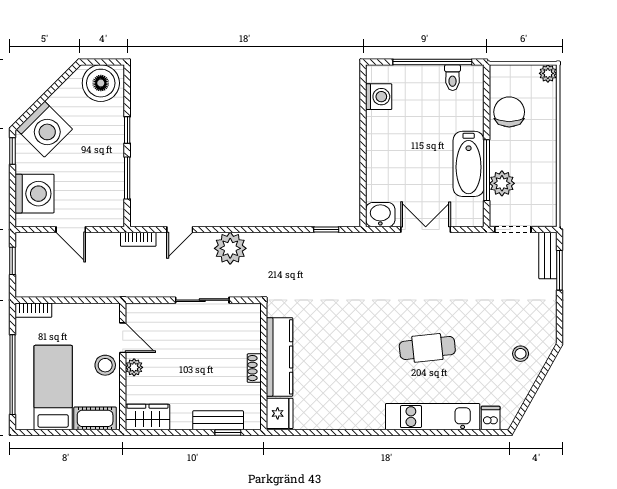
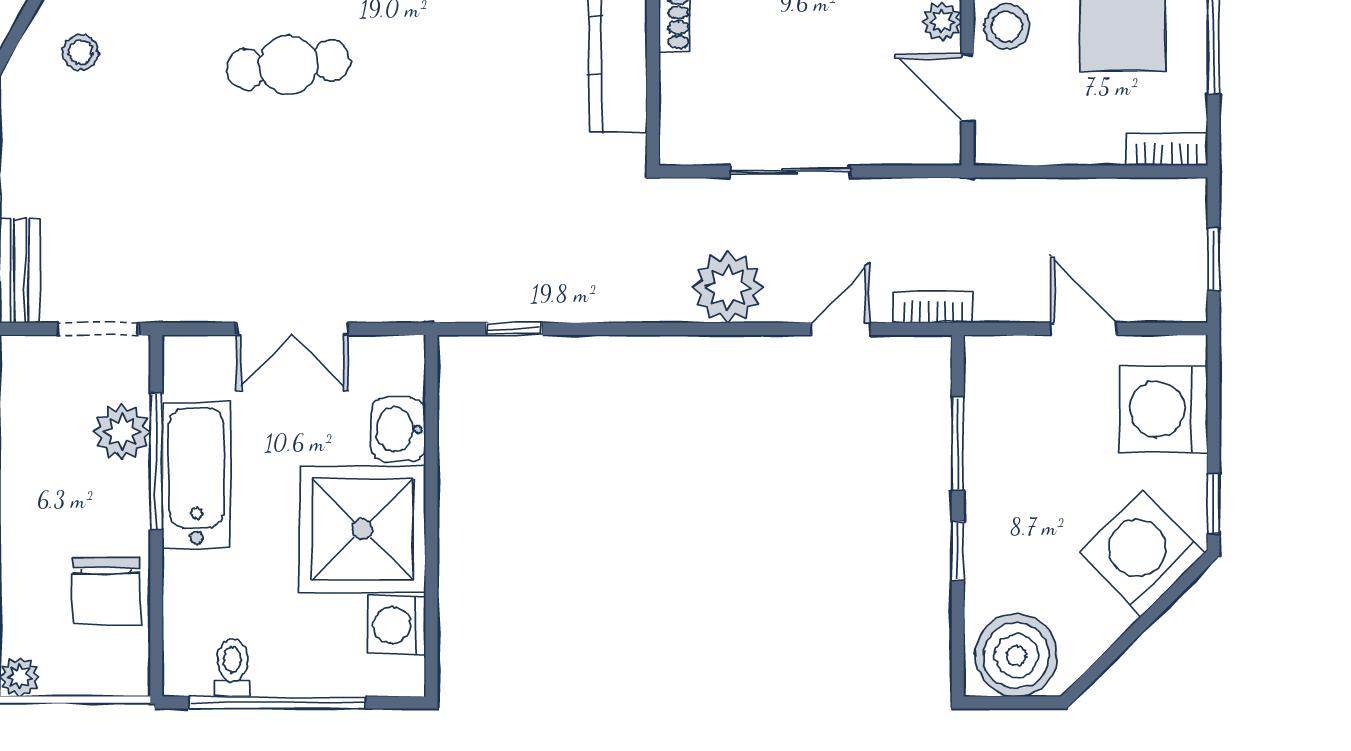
shower: (394, 140) -> (362, 529), added
washbasin: (380, 215) -> (398, 429), moved, turned 90

